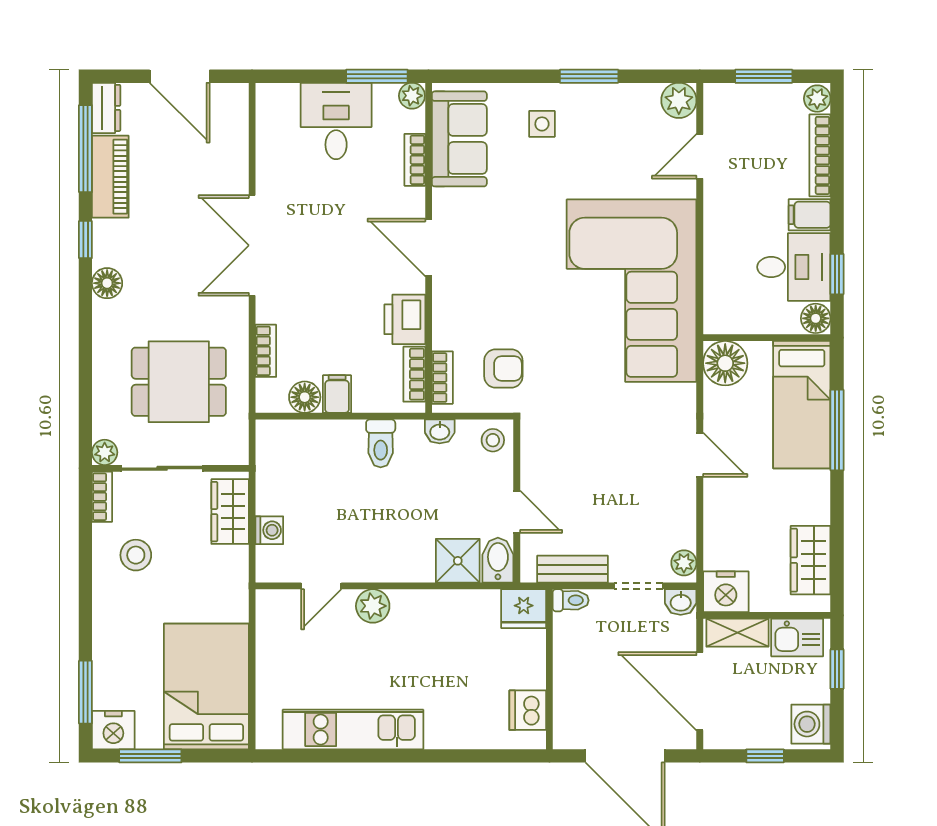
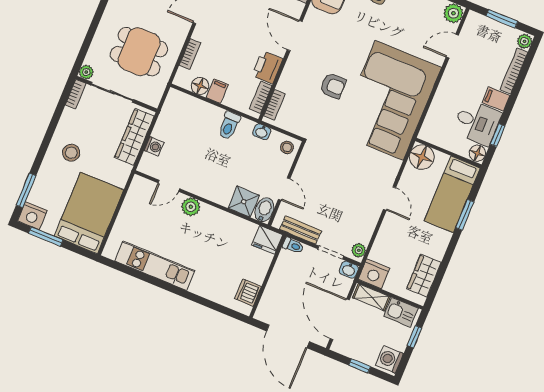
armchair: (503, 368) -> (333, 86), moved
window: (837, 430) -> (465, 215), width x0.69
wardrobe: (230, 512) -> (134, 137), width x1.50
stool: (136, 555) -> (71, 153), moved

